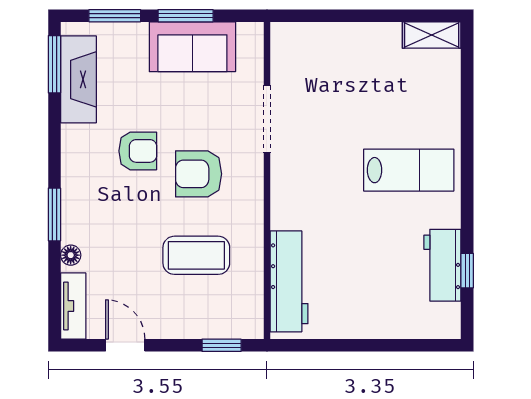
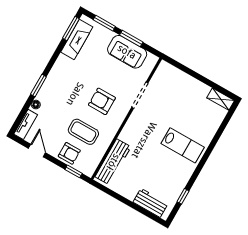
armchair: (138, 151) -> (69, 153), moved
workbench: (442, 265) -> (150, 203), moved, turned 90

